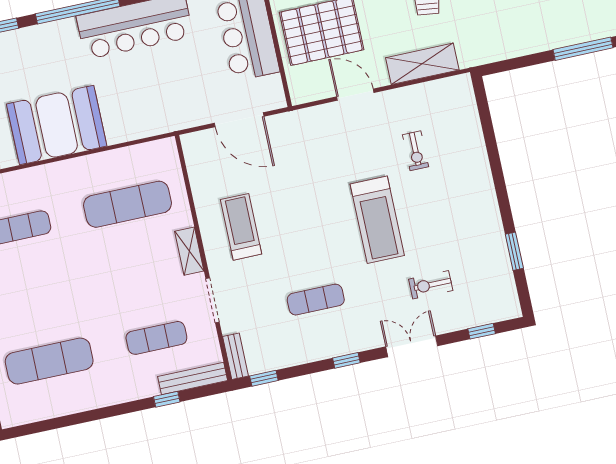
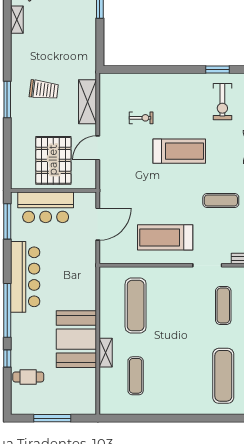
treadmill: (241, 227) -> (165, 237), width x1.37, depth x1.38
shelving: (189, 251) -> (106, 353), moved, turned 90
exercise bike: (431, 285) -> (222, 102), moved, width x1.38, depth x1.39
exercise mat: (316, 300) -> (221, 201), turned 90

